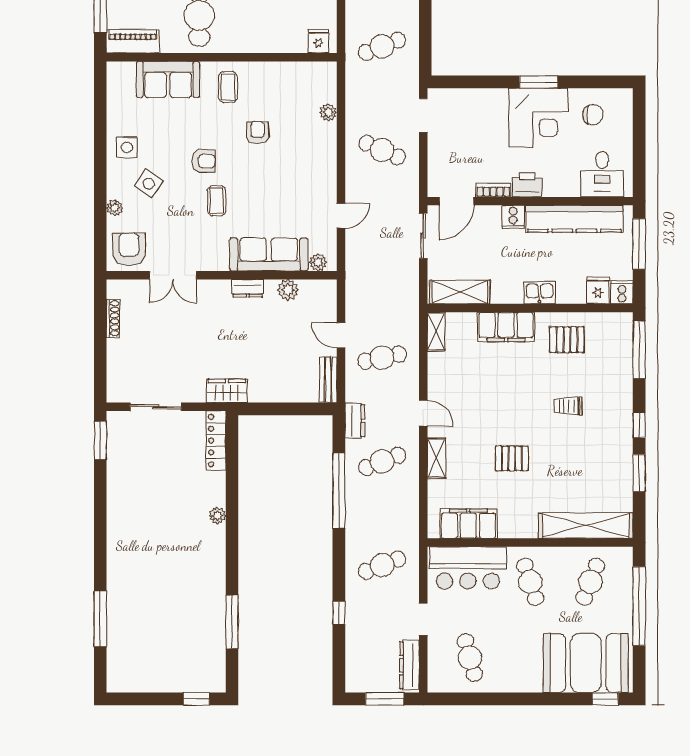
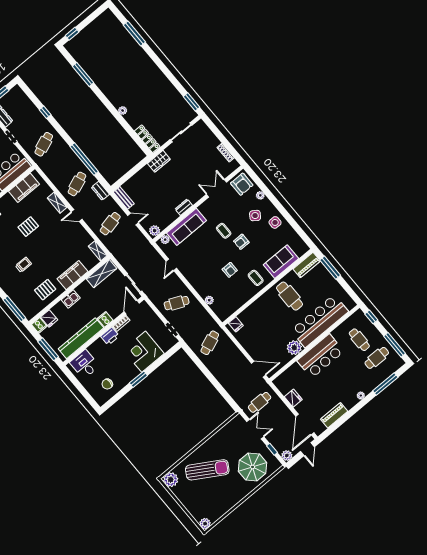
corner desk: (538, 118) -> (144, 352), moved
plant: (288, 290) -> (155, 231), moved

